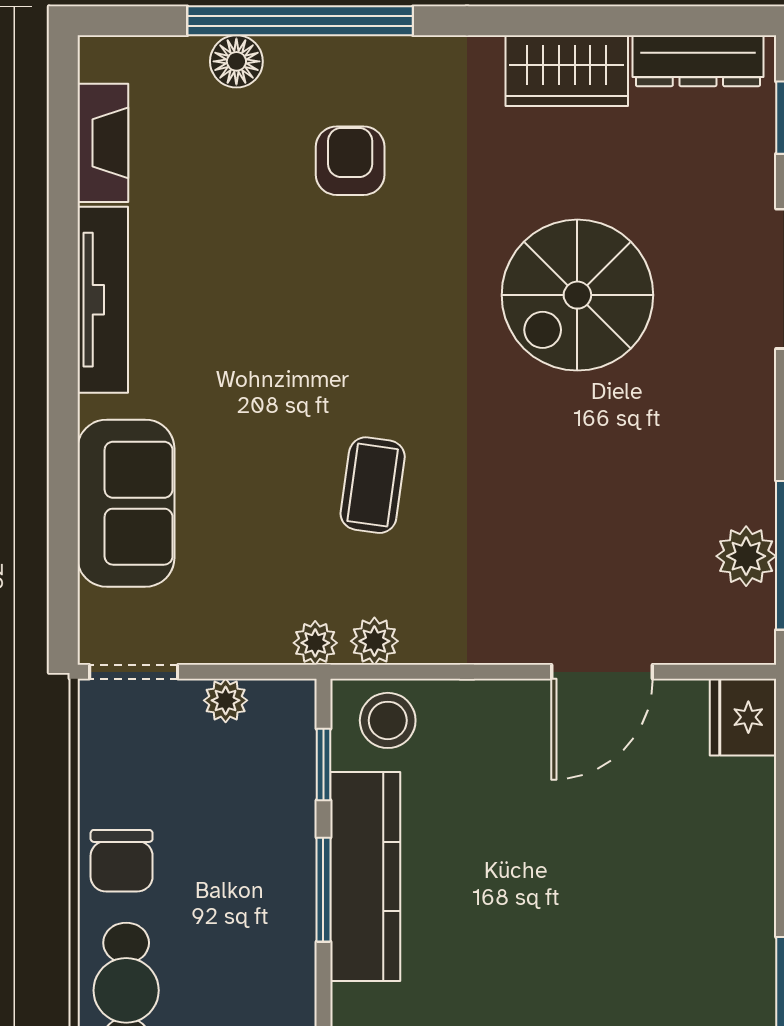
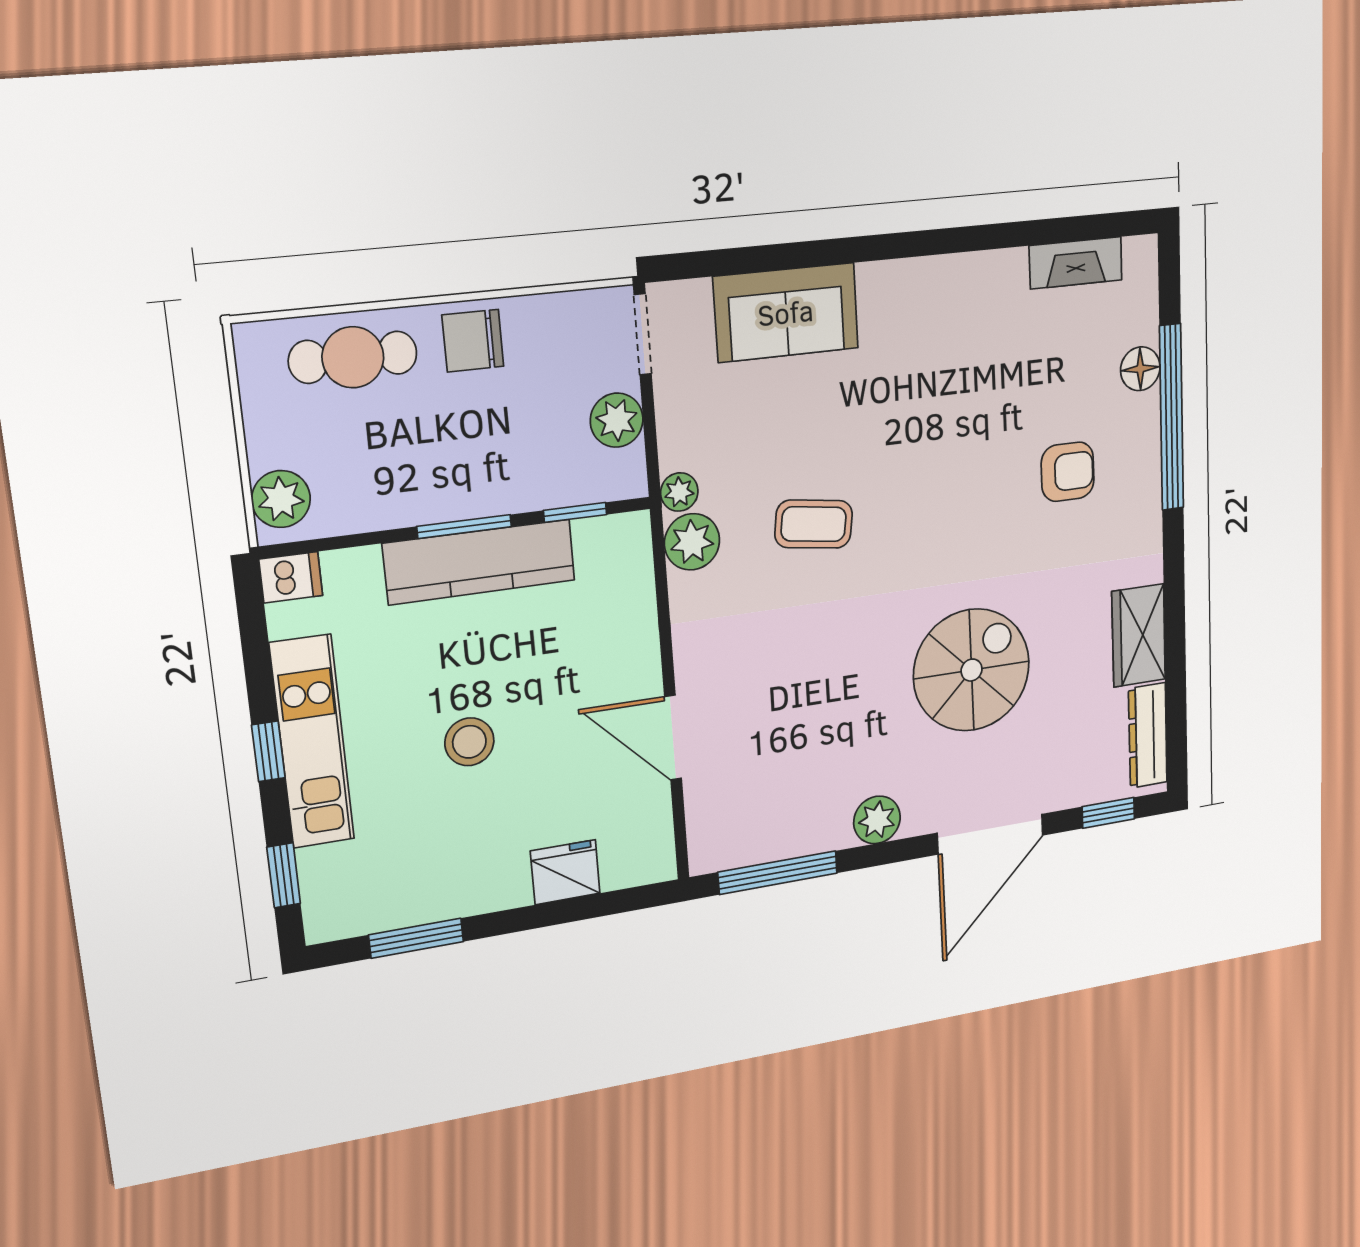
spiral stairs: (577, 295) -> (972, 670), turned 90
tv unit: (103, 300) -> (952, 275), removed
plant: (746, 556) -> (877, 820), moved
plant: (374, 641) -> (692, 542), width x1.38, depth x1.38
plant: (226, 700) -> (617, 420), width x1.38, depth x1.38
fridge: (743, 717) -> (565, 872), moved
stool: (388, 720) -> (469, 742), moved

